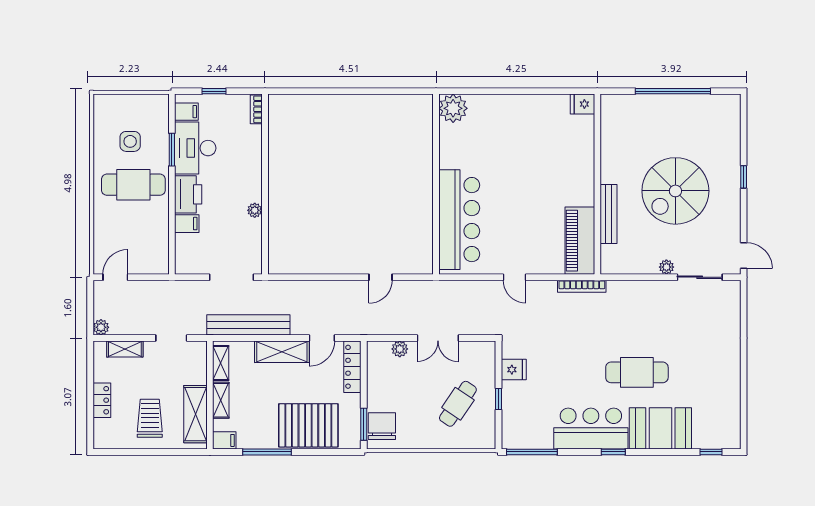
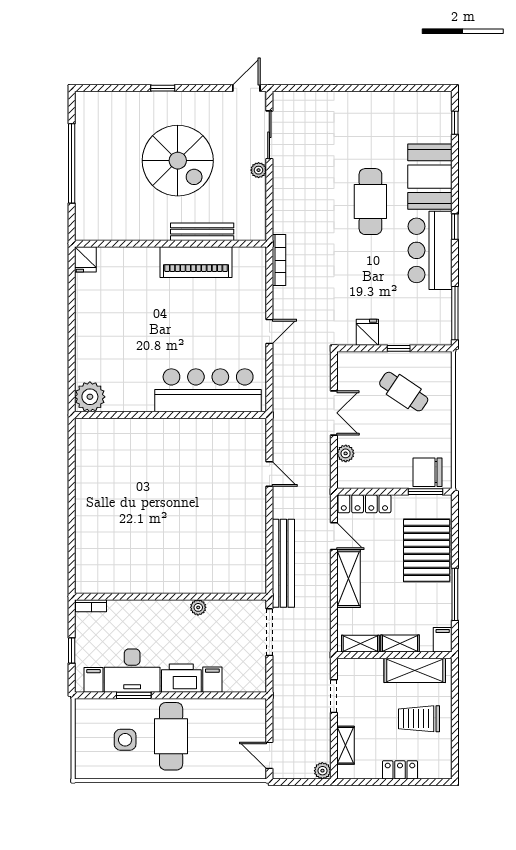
piano: (580, 241) -> (196, 262), moved
bench: (248, 325) -> (283, 563), moved

